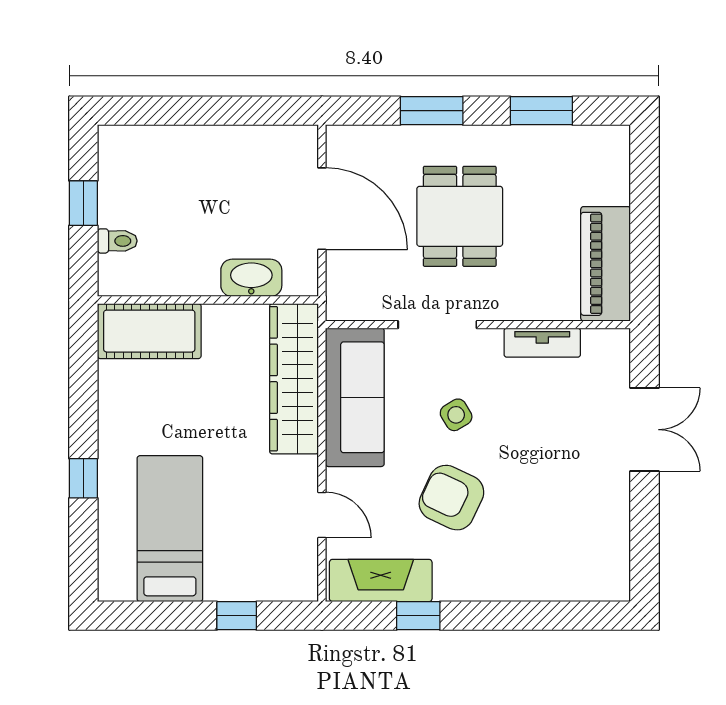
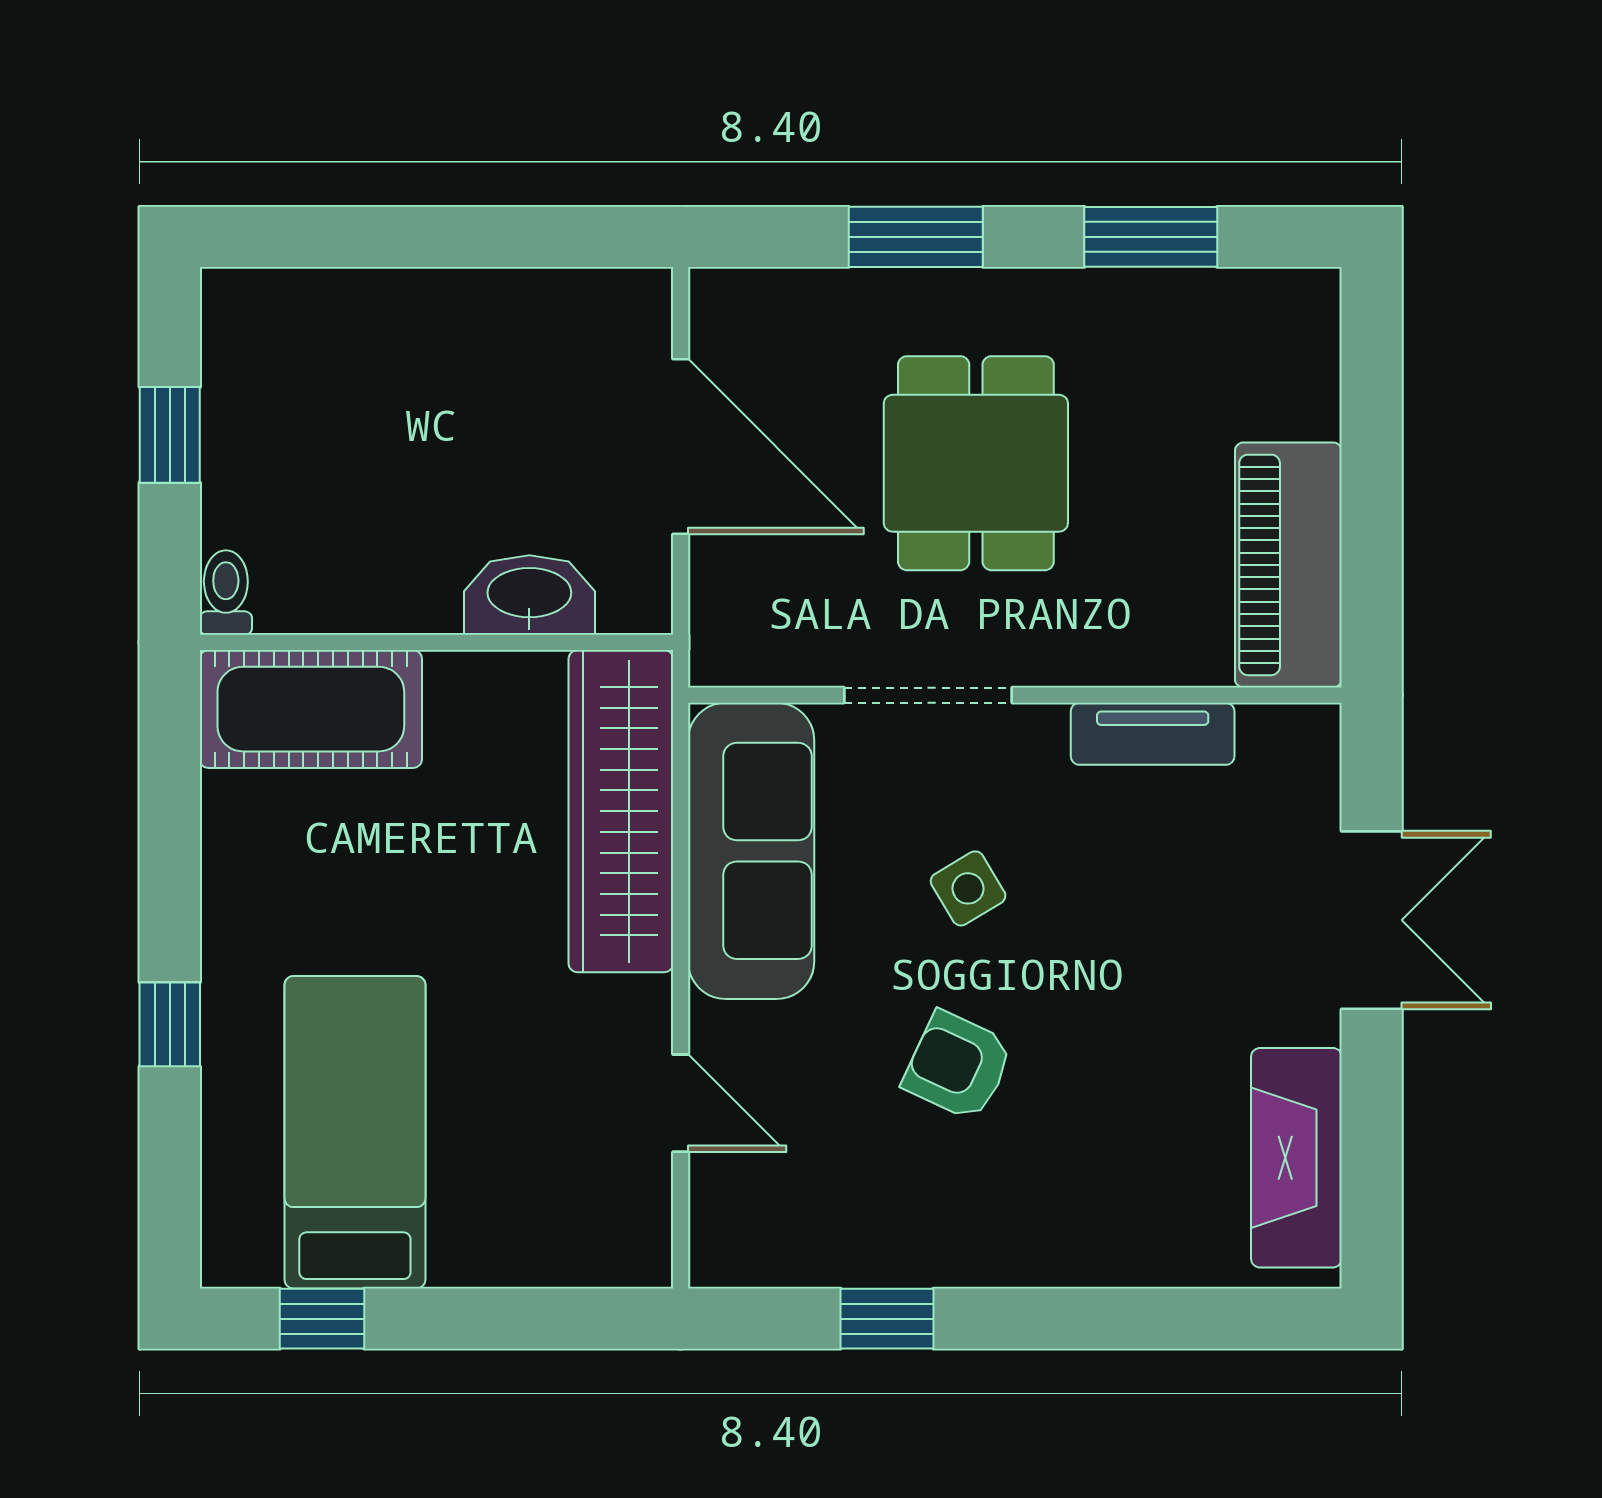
toilet: (117, 241) -> (226, 593), moved, turned -90
armchair: (451, 498) -> (958, 1066), width x0.72, depth x0.72
fireplace: (381, 580) -> (1296, 1158), moved, turned -90
window: (237, 616) -> (322, 1319), moved

